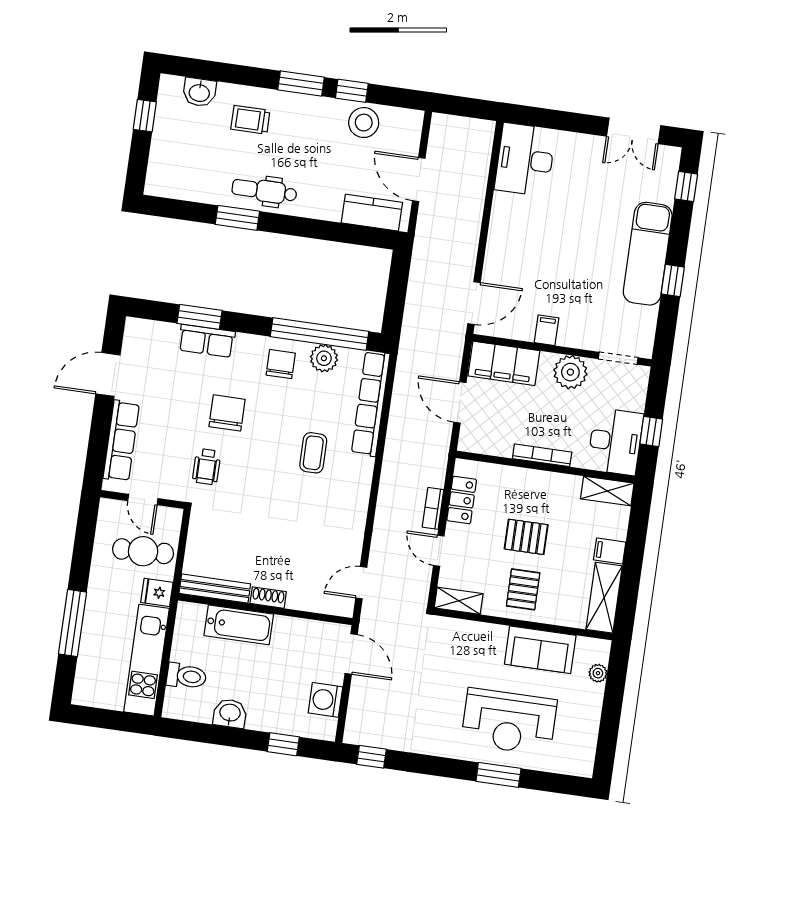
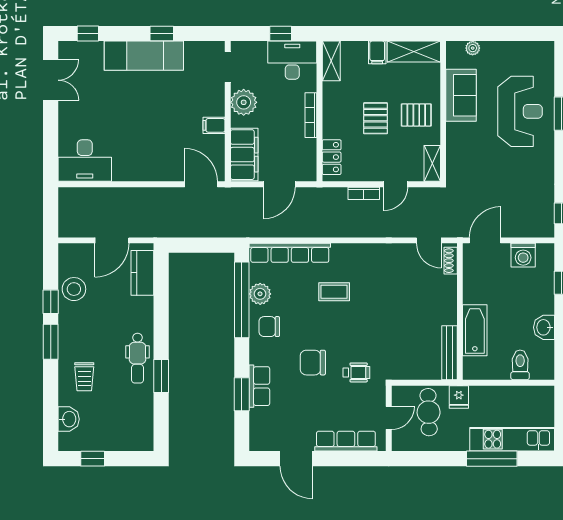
locker: (462, 500) -> (332, 157), moved, turned 90
shoe rack: (268, 598) -> (451, 261), moved
kitchen unit: (147, 660) -> (512, 439), moved, turned 180

